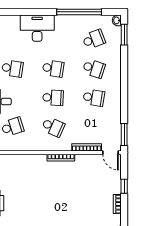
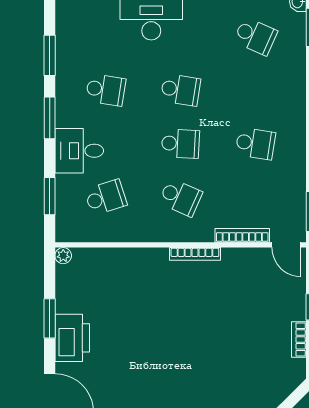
school desk: (94, 39) -> (255, 36), turned 45
school desk: (94, 68) -> (255, 90), removed

